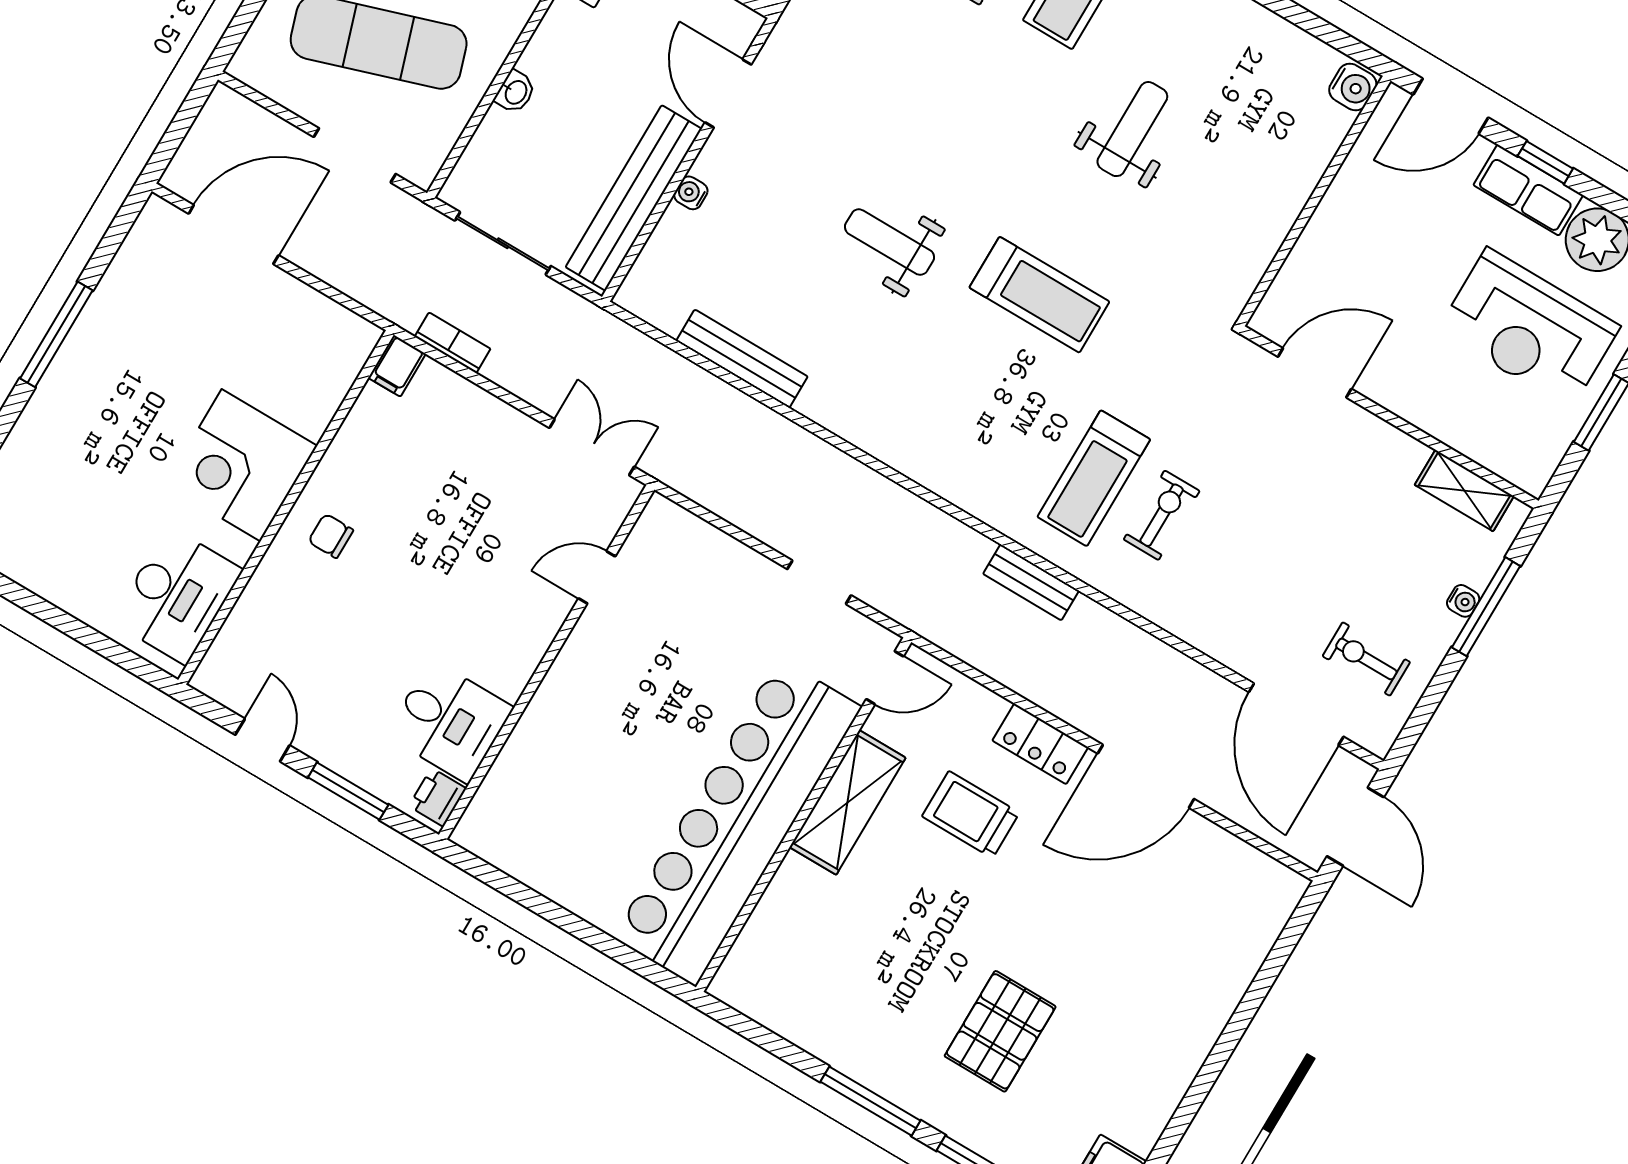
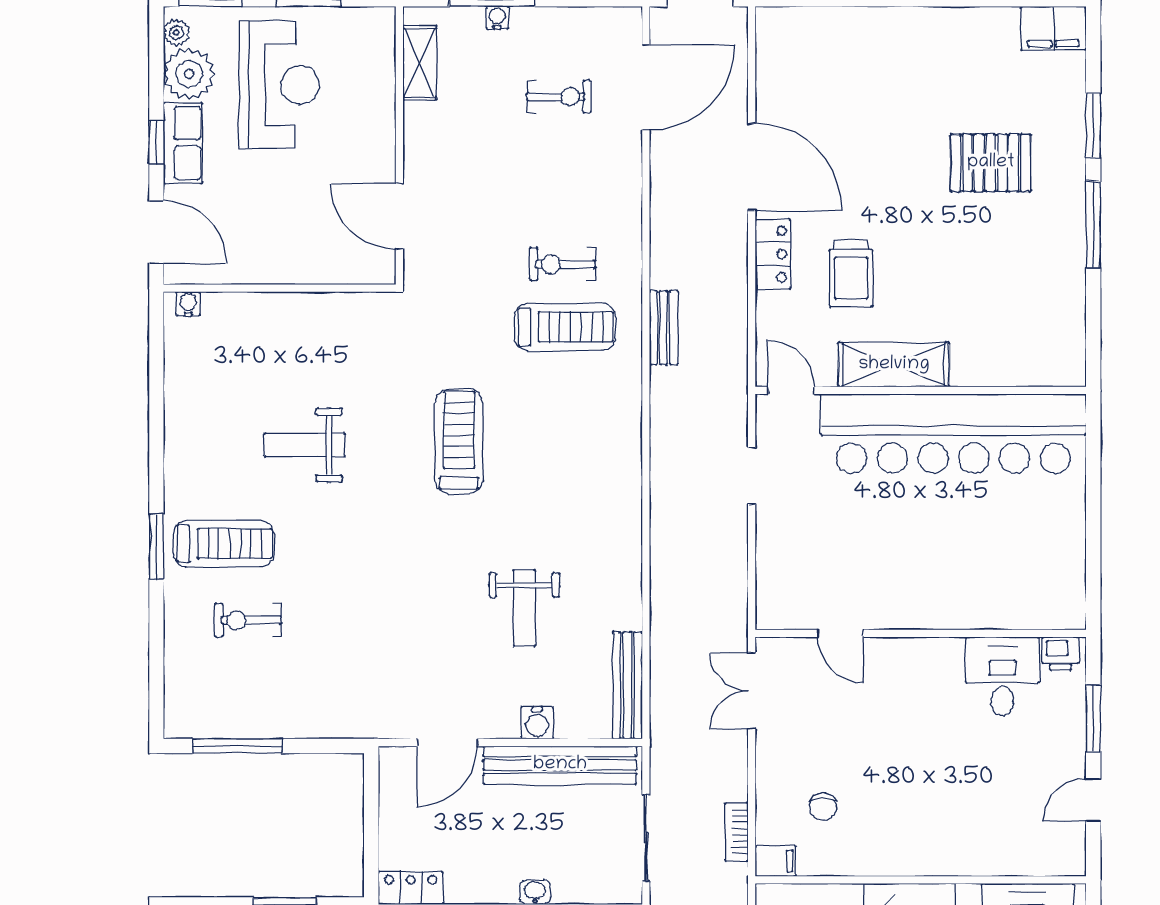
water cooler: (1353, 87) -> (188, 304), width x0.72, depth x0.72
water cooler: (691, 193) -> (537, 723), width x1.38, depth x1.38
weight bench: (890, 242) -> (524, 608), moved
bench: (742, 359) -> (627, 685), moved
chair: (331, 536) -> (823, 807), moved
exercise bike: (1366, 659) -> (559, 97), moved, turned -90

